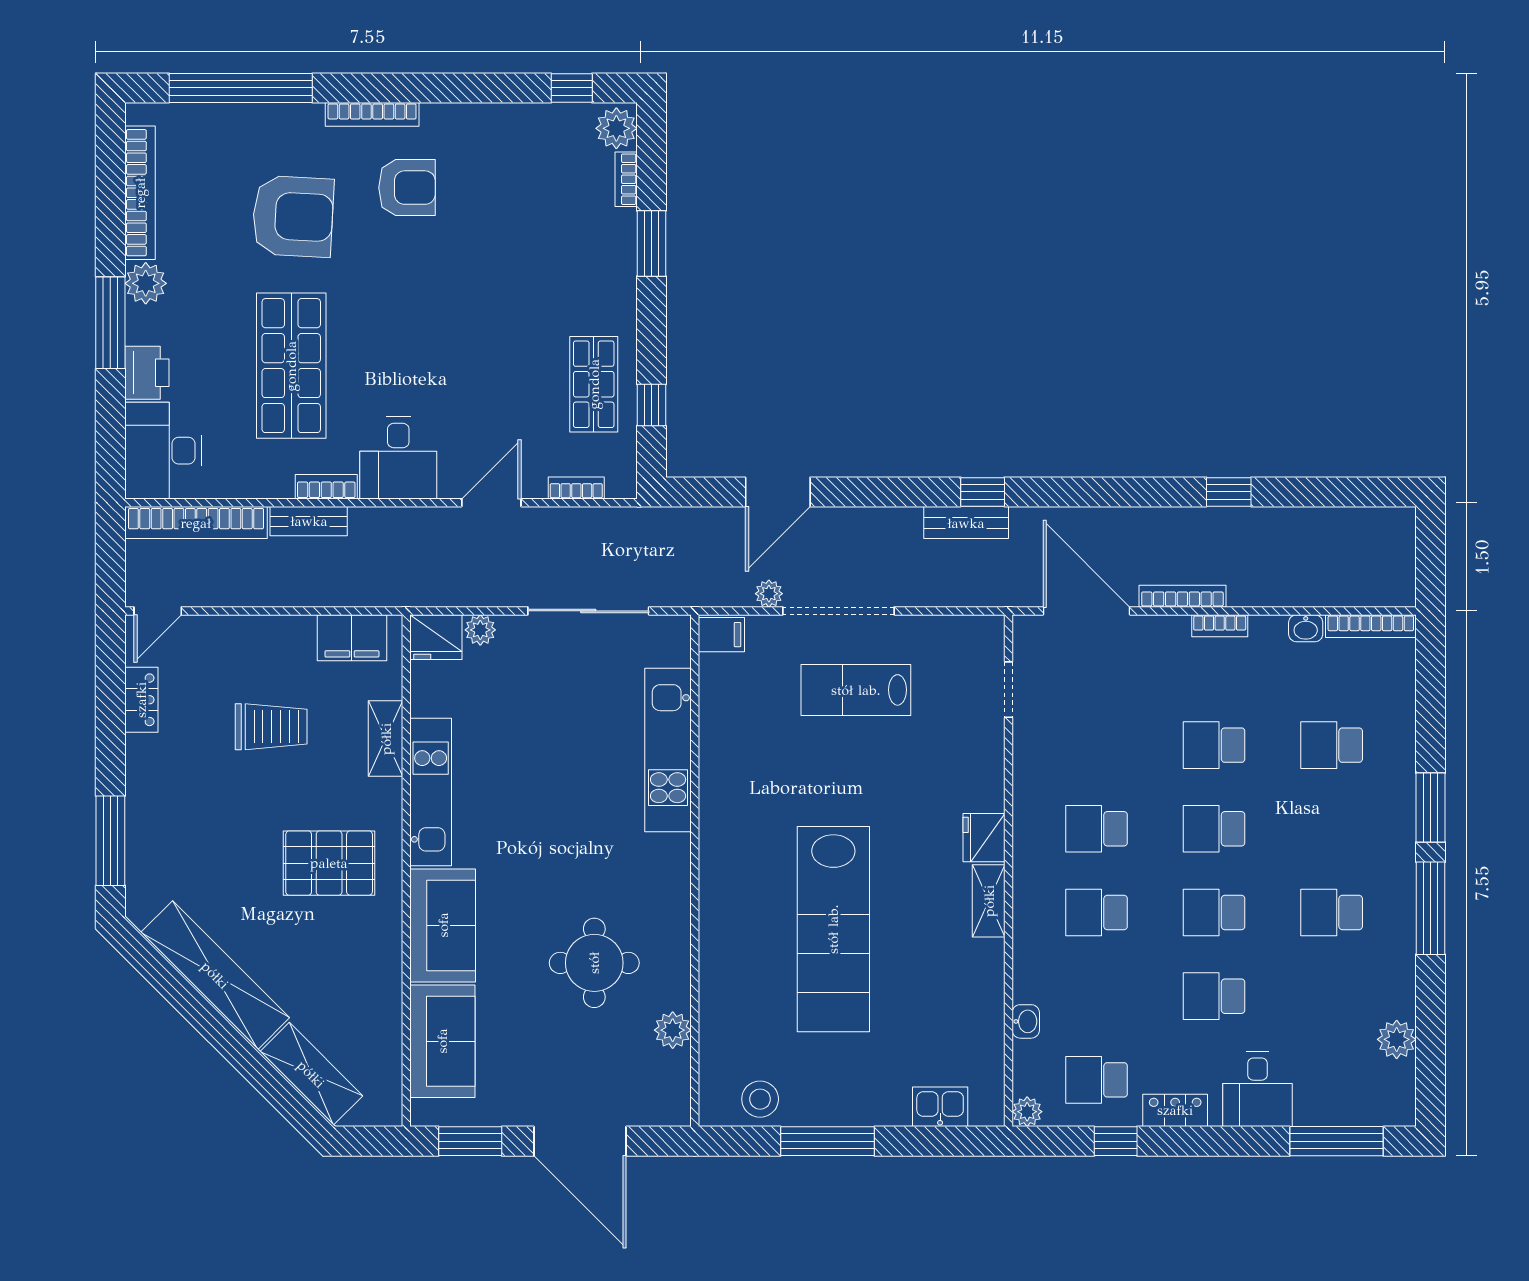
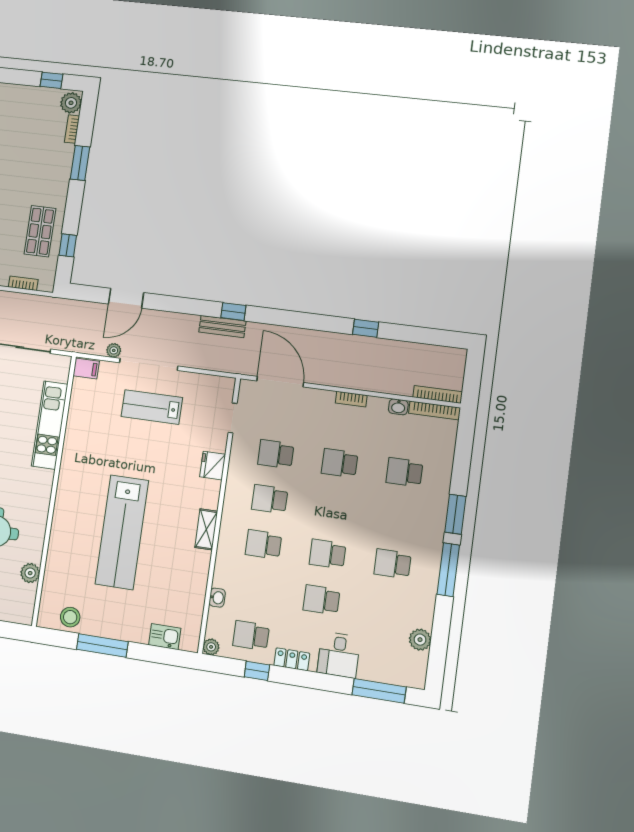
bookcase: (1182, 596) -> (438, 394), moved
school desk: (1214, 829) -> (276, 454), moved
fridge: (984, 838) -> (213, 466), moved

